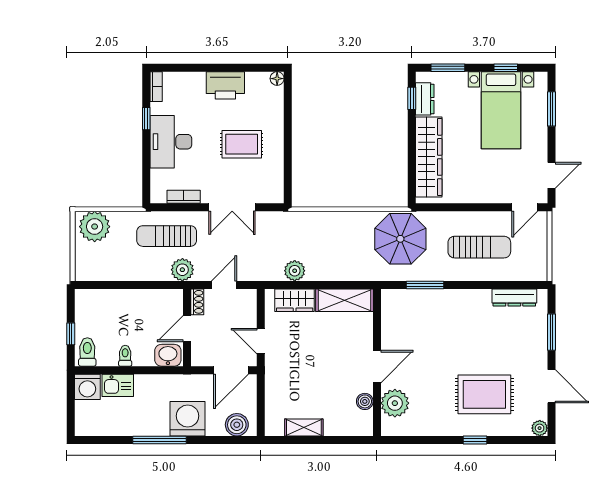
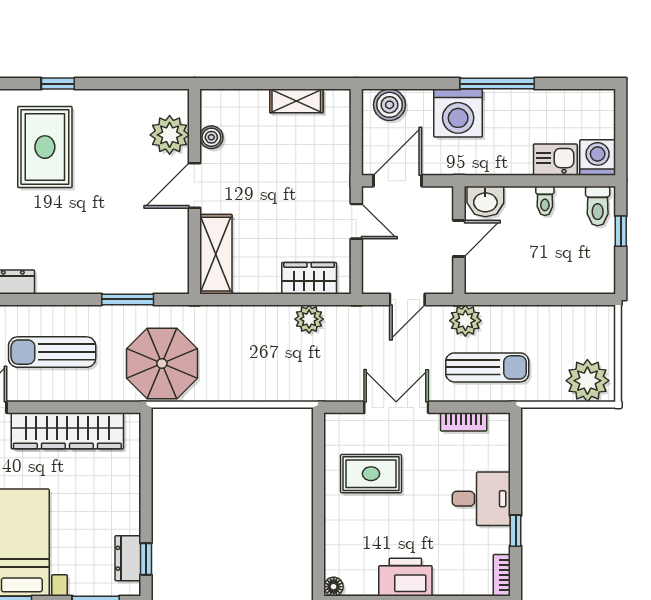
desk: (171, 142) -> (481, 499), width x0.73
rug: (242, 144) -> (371, 474), moved
wardrobe: (429, 157) -> (67, 431), moved, turned -90
shelving: (344, 300) -> (216, 254), moved, turned 90
shoe rack: (197, 302) -> (445, 276), removed
rug: (484, 394) -> (45, 147), turned 90

